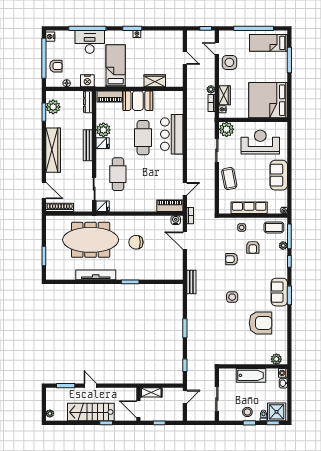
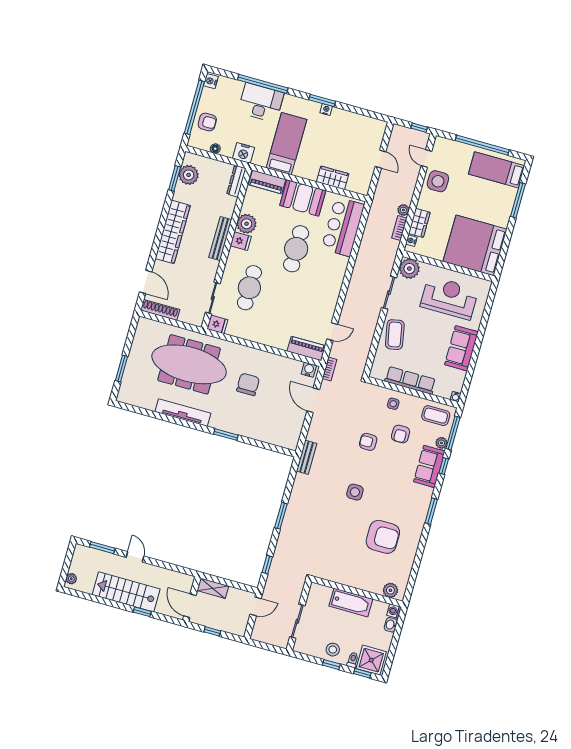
bar counter: (172, 134) -> (343, 227), moved
chair: (136, 242) -> (248, 384), turned 90
sofa: (279, 292) -> (429, 466), moved

